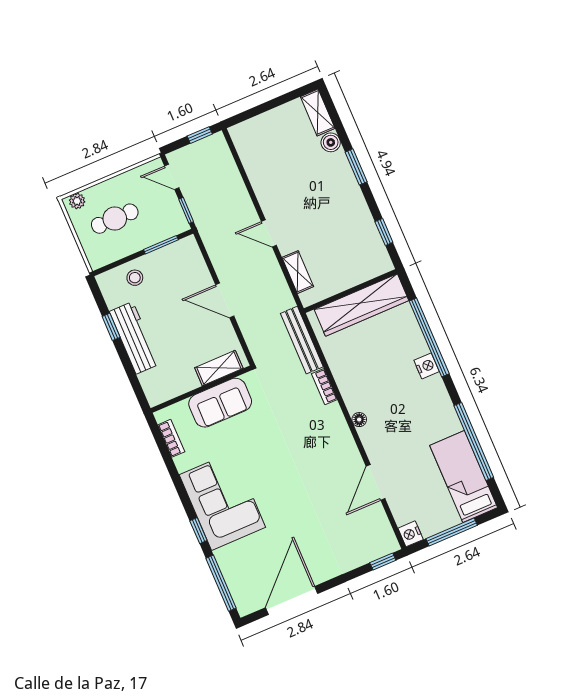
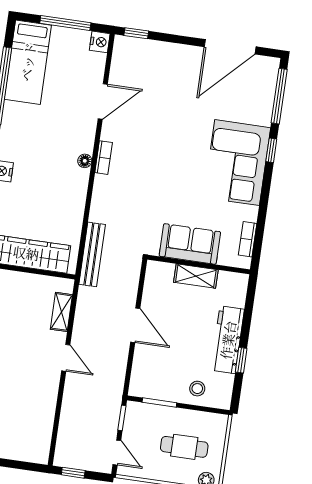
shelving: (219, 368) -> (196, 276), moved
bookcase: (324, 387) -> (104, 158), moved

